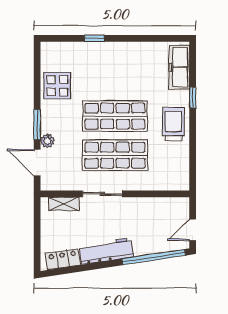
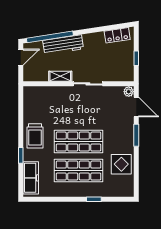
plant: (47, 141) -> (129, 92), moved
shop shelf: (115, 155) -> (79, 171), moved
shelving: (64, 204) -> (60, 76), moved
window: (37, 228) -> (136, 58), added
workbench: (106, 251) -> (63, 45), moved

